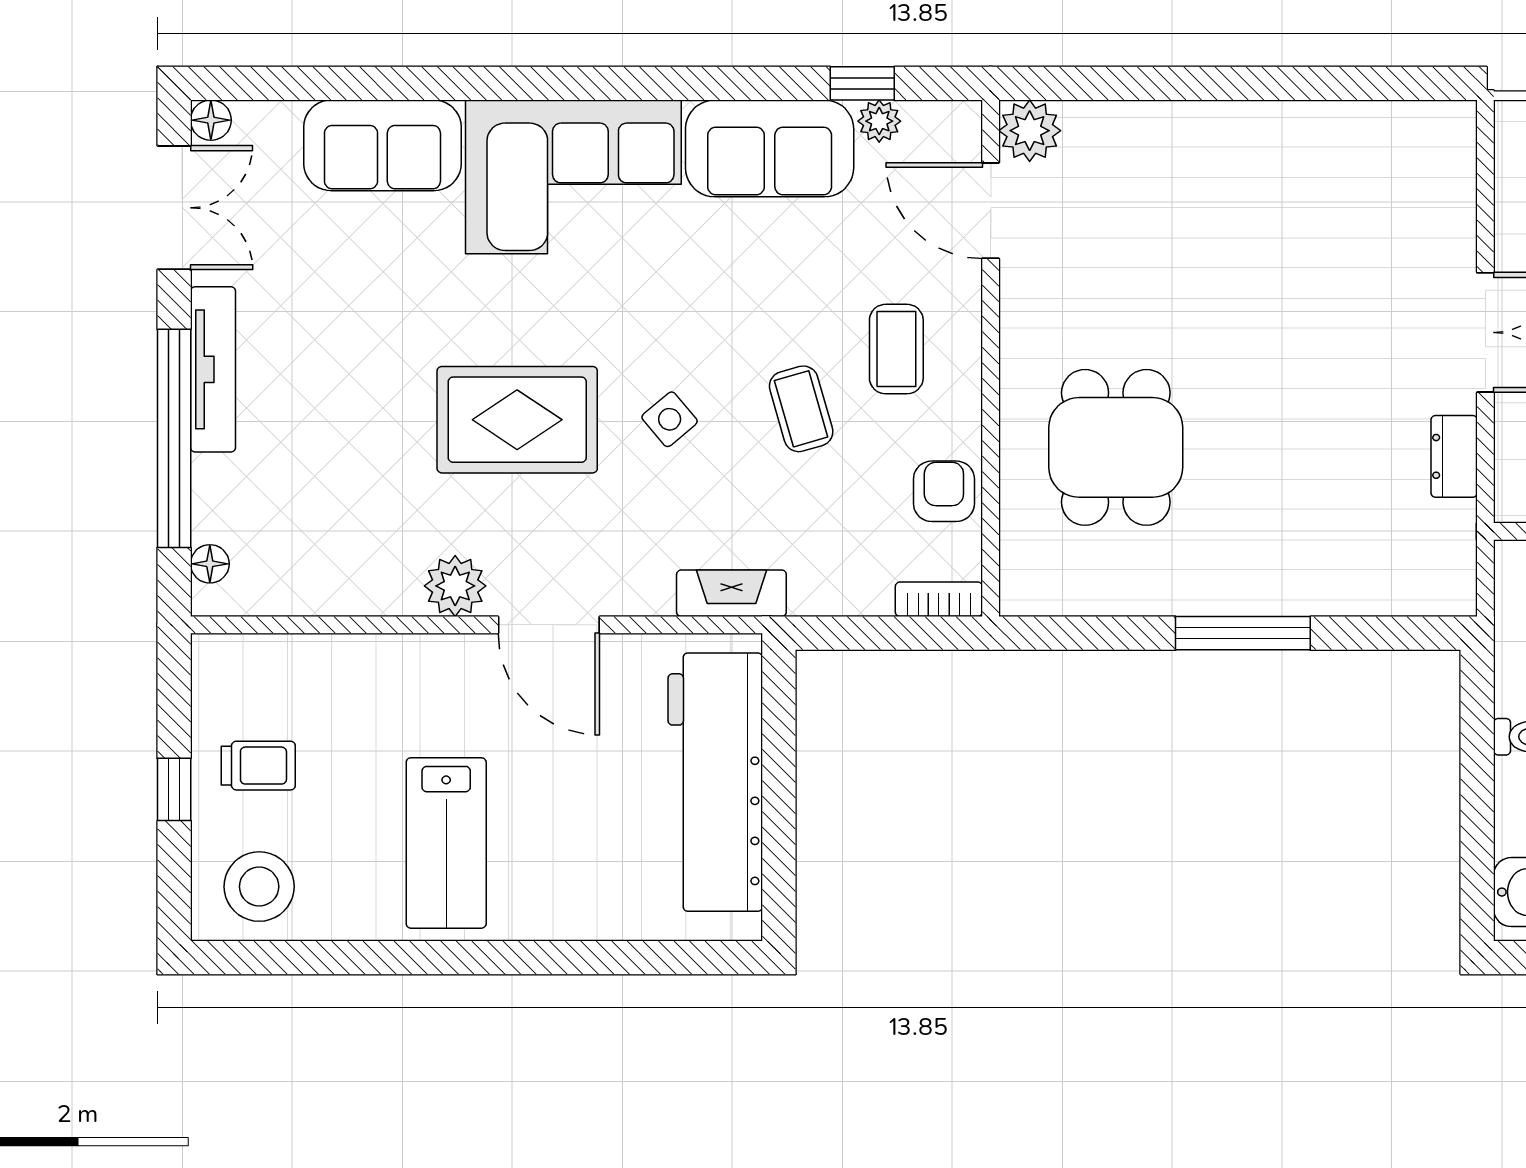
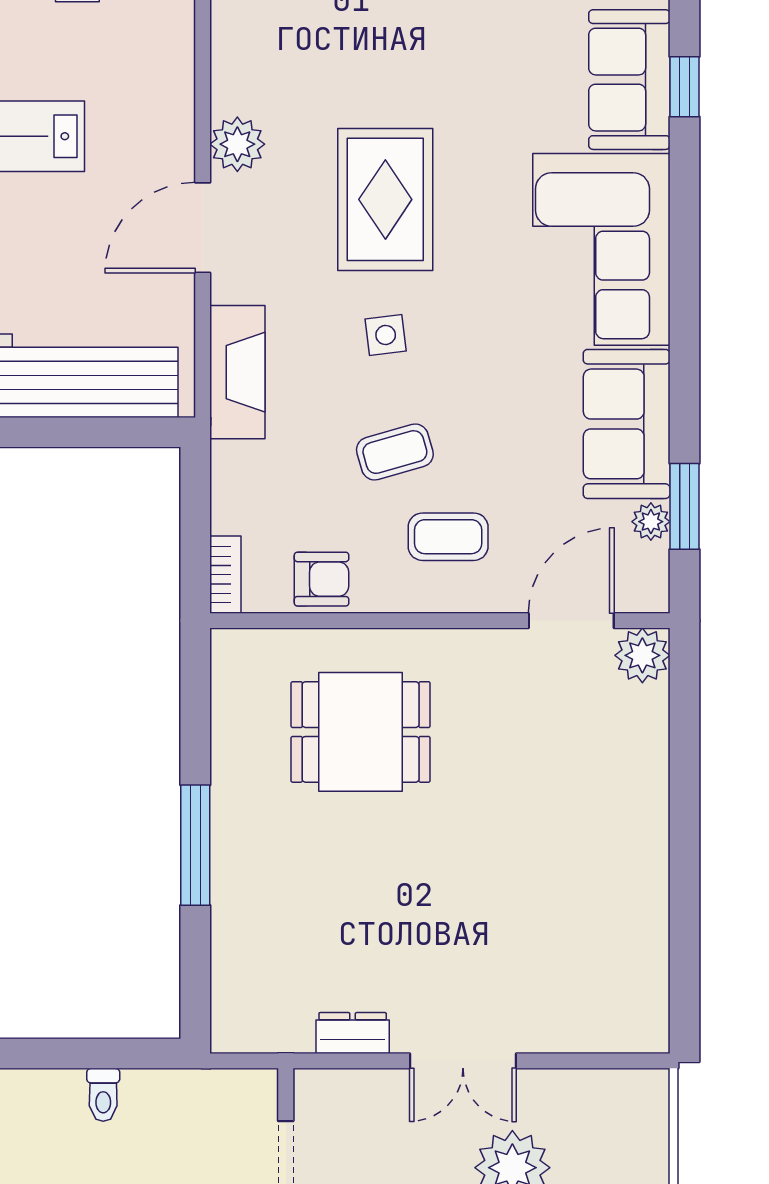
window: (391, 83) -> (684, 87), added
window: (862, 83) -> (684, 506), width x1.50
side table: (670, 419) -> (386, 335), turned 33
fireplace: (731, 593) -> (237, 372), width x1.37, depth x1.32

